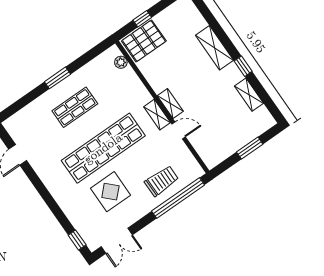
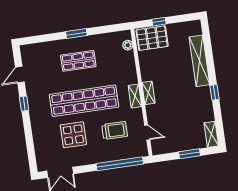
shelving: (215, 48) -> (199, 61), width x1.47
shelving: (249, 95) -> (211, 134), moved
door: (179, 130) -> (147, 132), moved
trolley: (162, 181) -> (115, 130), moved
window: (77, 240) -> (24, 104), moved

